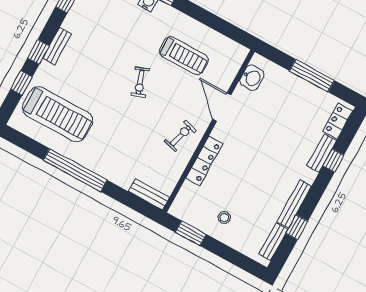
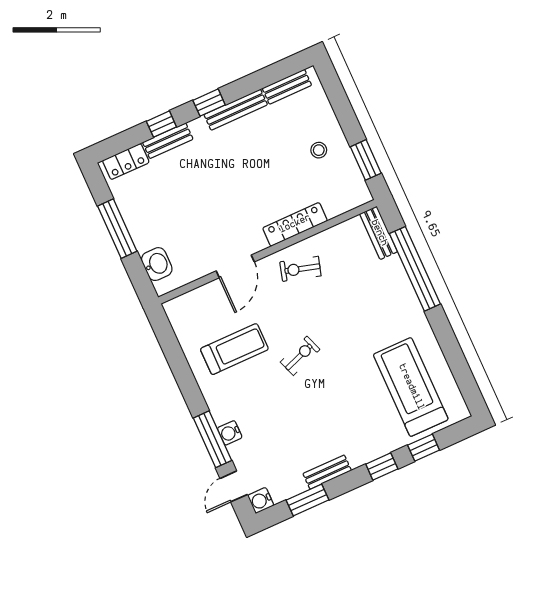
bench: (57, 46) -> (327, 472), moved
treadmill: (184, 56) -> (234, 349), turned 90
washbasin: (252, 78) -> (157, 264), moved, turned 90
window: (75, 170) -> (415, 269), moved
window: (297, 227) -> (209, 103), moved

